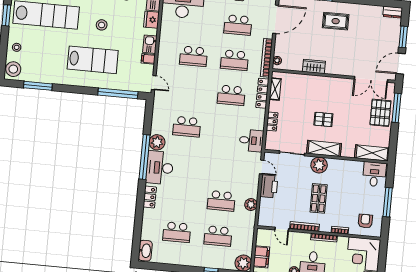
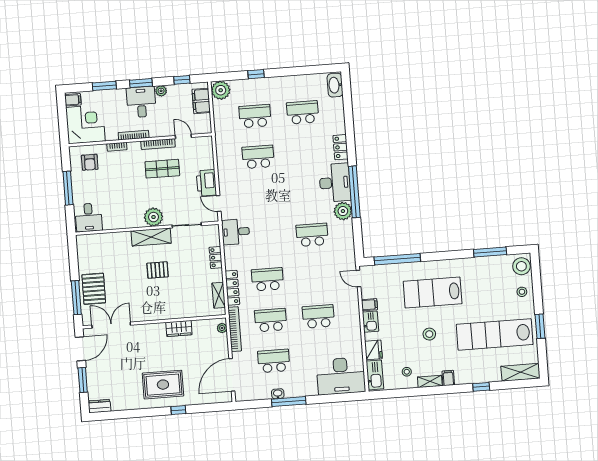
rug: (336, 21) -> (163, 385), width x1.36, depth x1.43
shelving: (372, 153) -> (96, 241), removed
shop shelf: (319, 198) -> (162, 169), moved, turned 90
plant: (251, 204) -> (224, 159), removed

